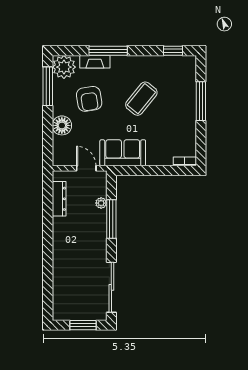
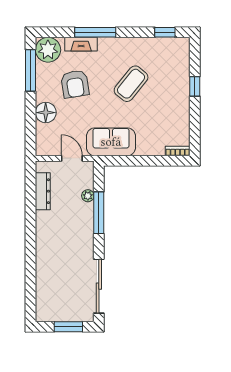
window: (201, 101) -> (195, 86), width x0.46

